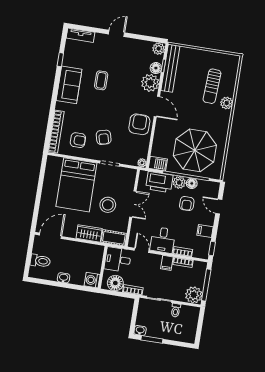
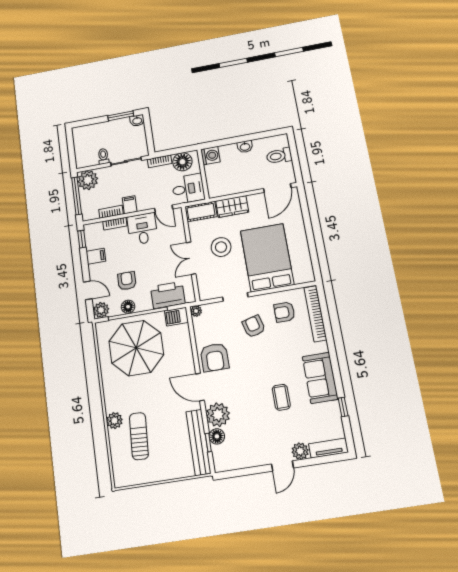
plant: (159, 49) -> (300, 451), moved
plant: (179, 182) -> (101, 310), moved

